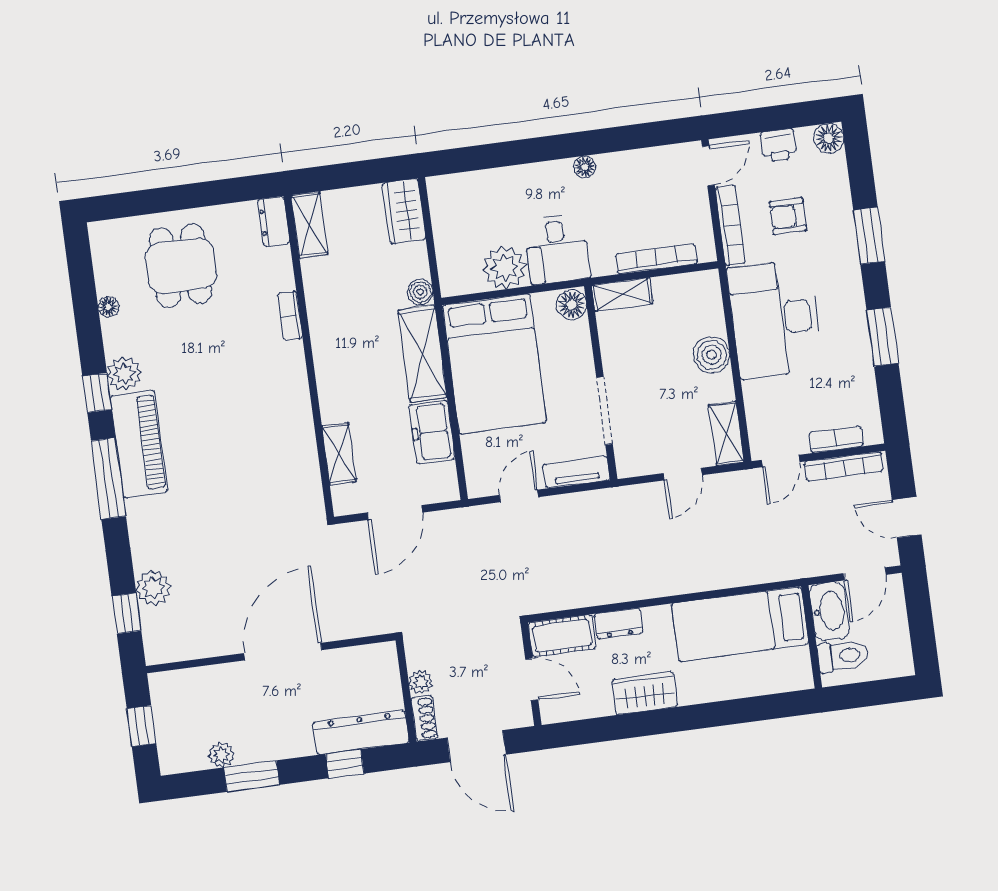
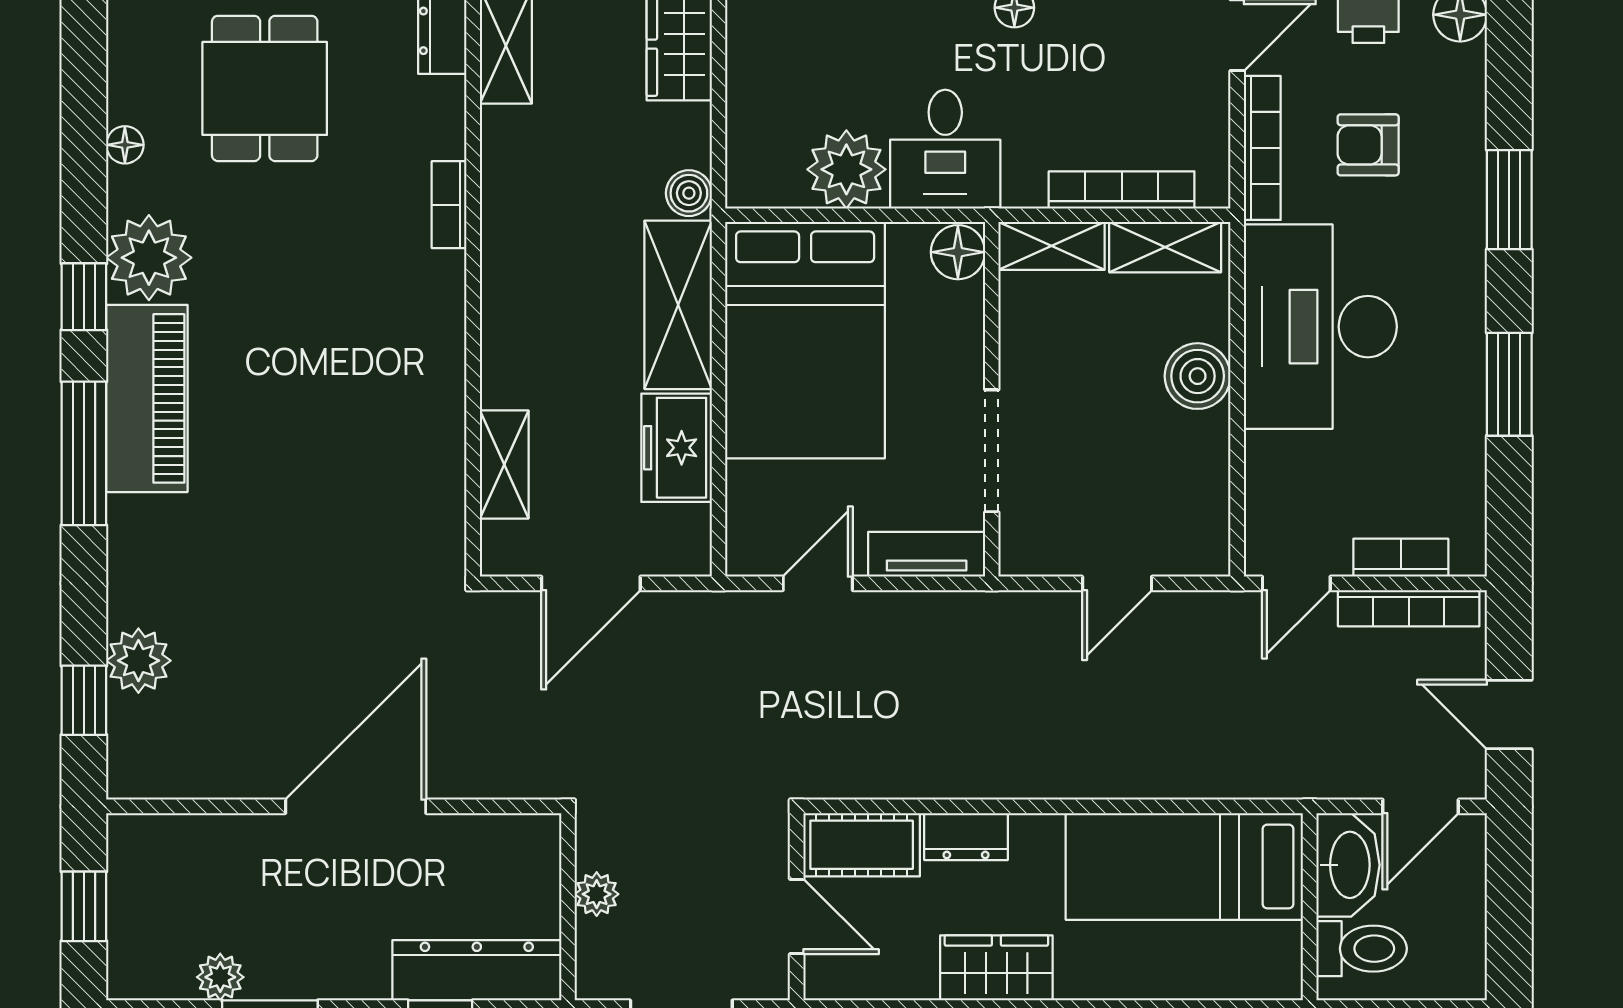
plant: (124, 374) -> (149, 258), width x1.36, depth x1.36
shelving: (726, 433) -> (1165, 247), moved, turned 90
shoe rack: (424, 718) -> (594, 960), removed

